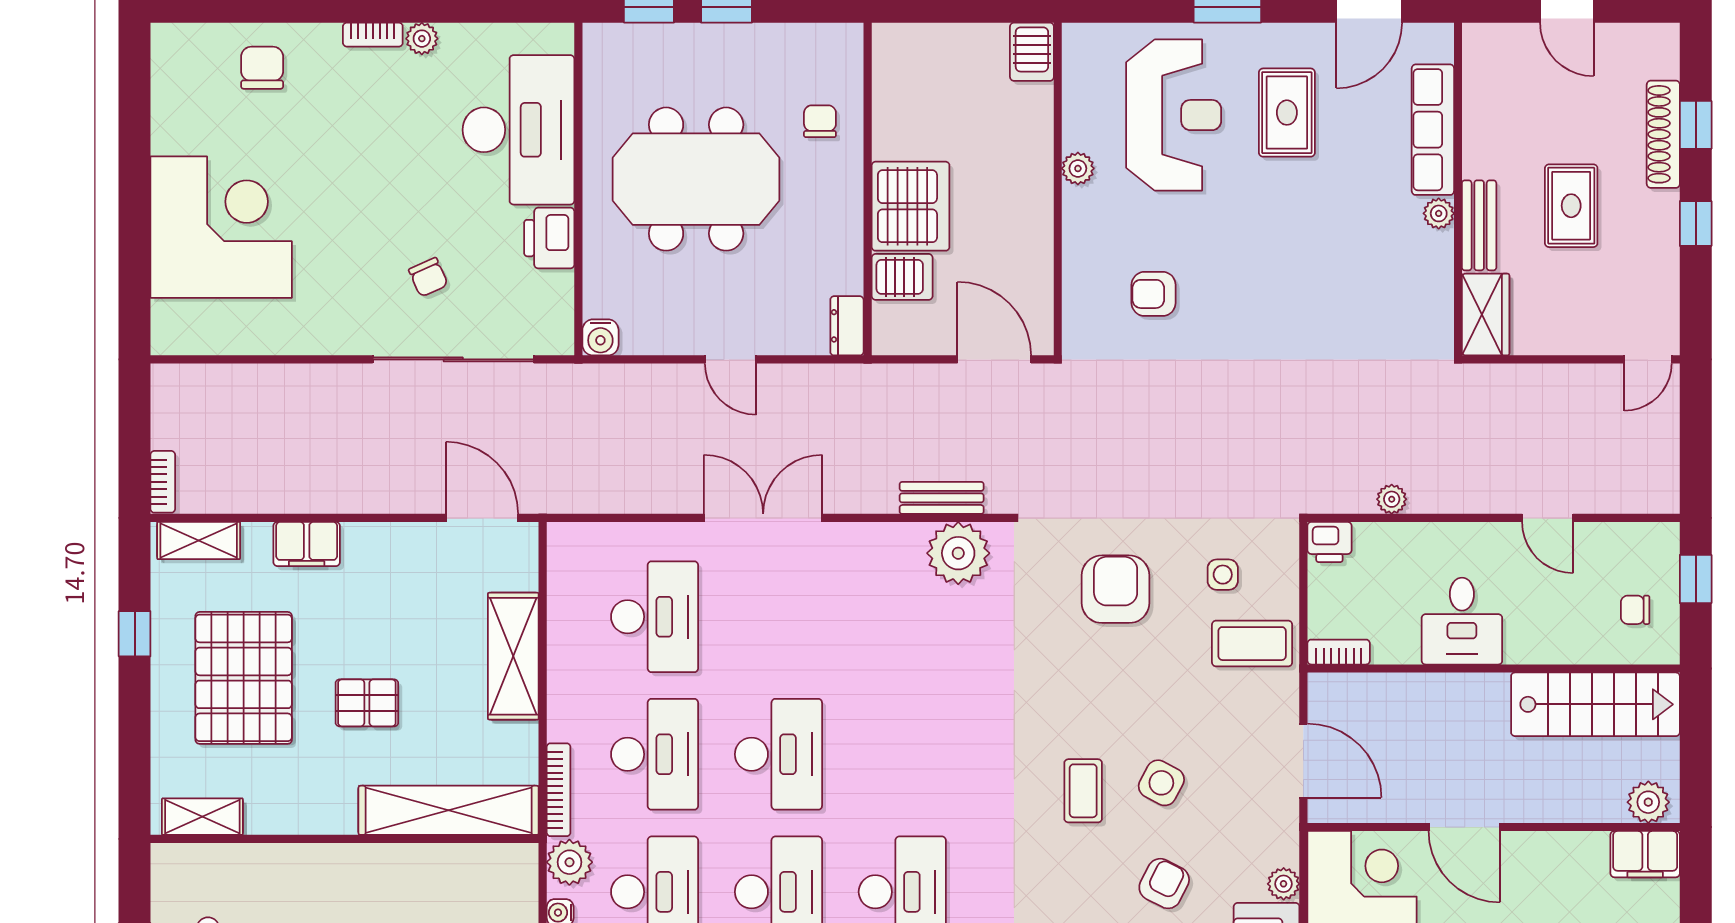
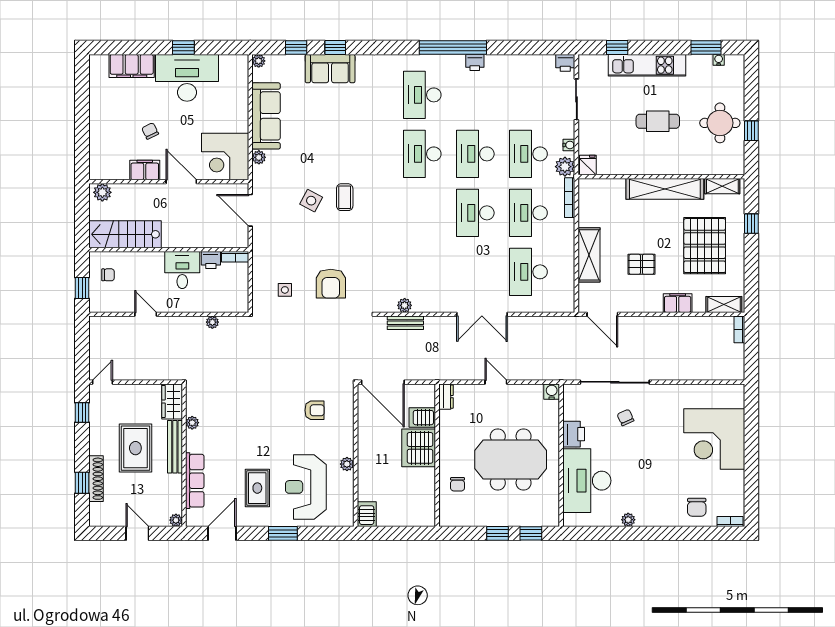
bookcase: (373, 35) -> (730, 521), moved
plant: (1477, 37) -> (176, 520), added
rug: (1571, 206) -> (135, 448), width x1.36, depth x1.43
plant: (1439, 213) -> (192, 423), moved
window: (1696, 224) -> (82, 413), moved
bench: (1479, 225) -> (175, 447), width x1.36
door: (994, 359) -> (383, 382), width x1.36
printer: (1329, 542) -> (211, 260), moved, turned 180
plant: (958, 553) -> (405, 305), width x0.53, depth x0.53
window: (135, 634) -> (751, 224), moved
coffee table: (1252, 644) -> (272, 260), removed
pallet: (367, 703) -> (641, 264), moved
shelving: (449, 810) -> (665, 189), moved
filing cabinet: (1645, 854) -> (145, 170), moved
fridge: (516, 866) -> (588, 165), added
armchair: (1164, 884) -> (310, 157), removed

